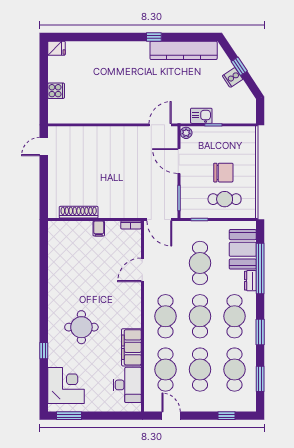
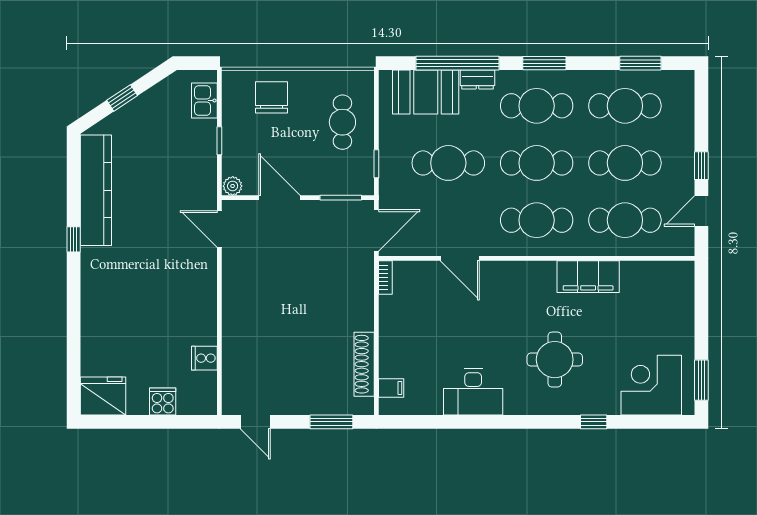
fridge: (56, 48) -> (103, 396), width x1.88, depth x1.34
cooker: (233, 77) -> (204, 358), moved, turned 123
kitchen sink: (201, 116) -> (204, 101), moved
door: (179, 161) -> (279, 198), swing flipped
chair: (223, 173) -> (271, 97), moved
window: (44, 192) -> (331, 422), added
filing cabinet: (99, 228) -> (391, 388), moved
window: (260, 332) -> (544, 63), moved
desk: (127, 385) -> (473, 392), moved, turned 180
window: (226, 416) -> (701, 166), moved

